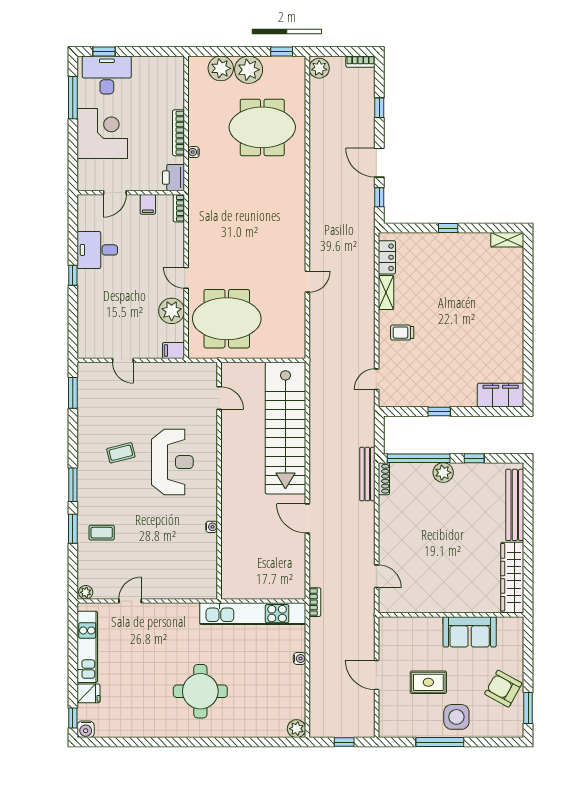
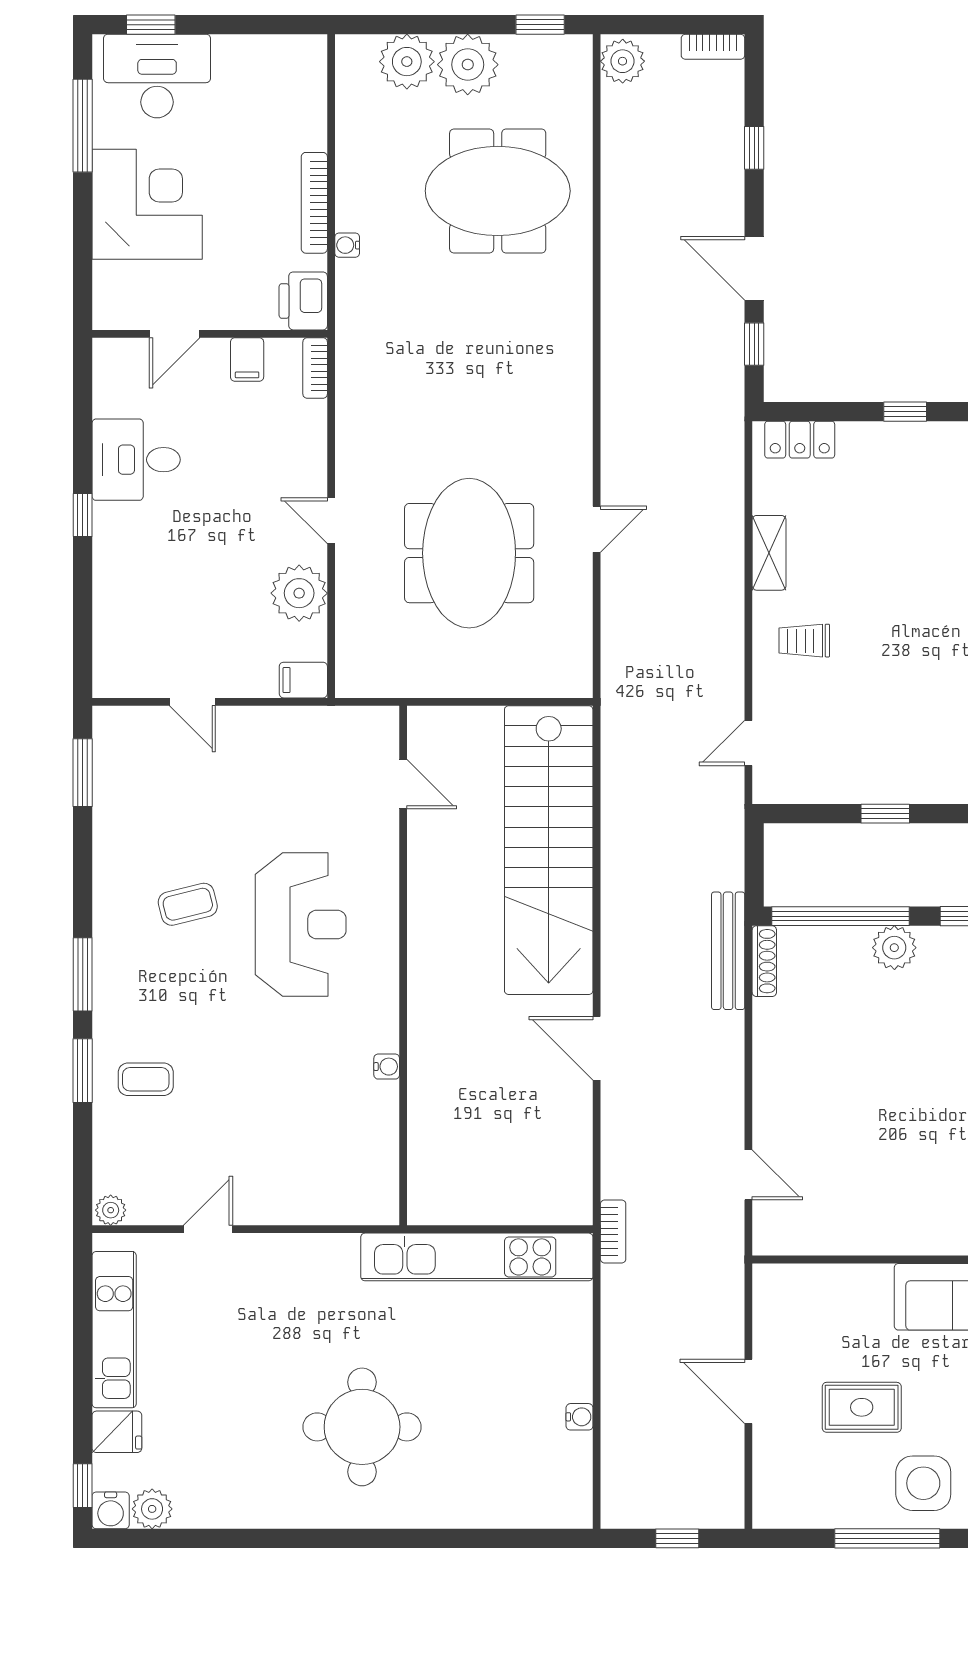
locker: (387, 257) -> (800, 440), moved, turned 90
meeting table: (227, 319) -> (469, 553), moved, turned 90
water cooler: (300, 658) -> (580, 1417), moved
plant: (297, 729) -> (152, 1509), moved

